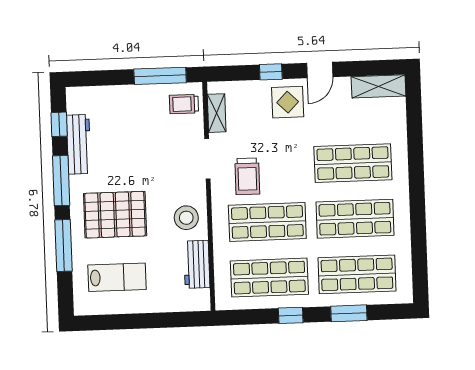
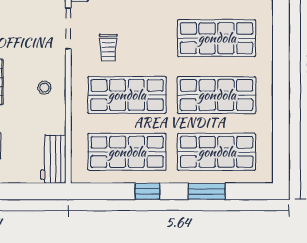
trolley: (247, 176) -> (108, 48), width x0.73, depth x0.72
stool: (186, 218) -> (44, 88), width x0.53, depth x0.53
workbench: (197, 264) -> (53, 159), moved

